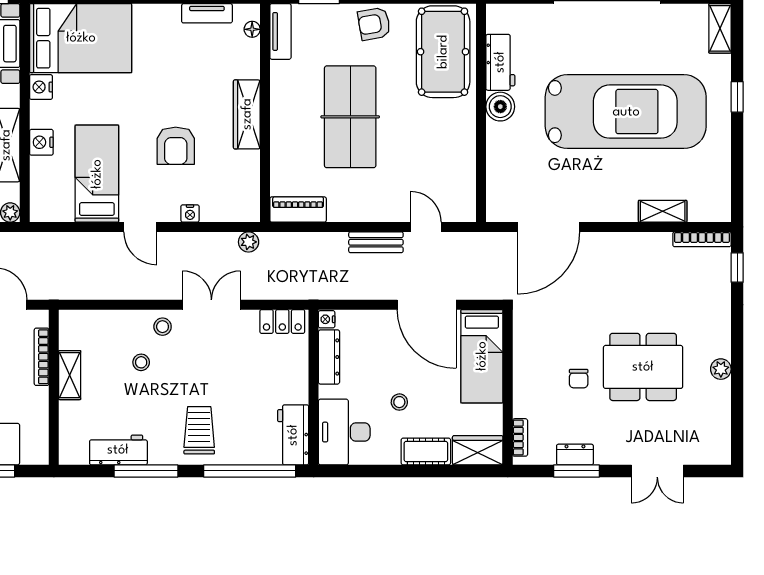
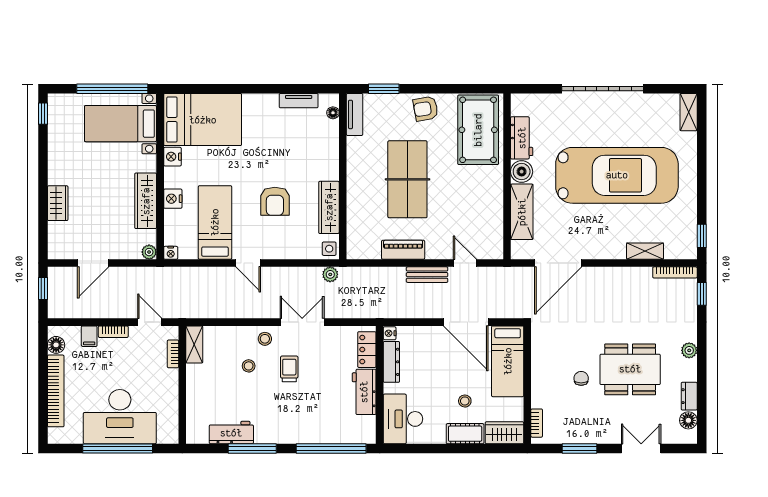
window: (737, 97) -> (702, 236), moved
wardrobe: (247, 114) -> (329, 207), moved
shelving: (501, 160) -> (522, 212), added
side table: (247, 208) -> (329, 249), added
piano: (298, 210) -> (403, 250), moved
nightstand: (190, 213) -> (171, 253), moved
locker: (282, 321) -> (367, 350), moved, turned 90
bookcase: (42, 357) -> (173, 354), width x0.64
plant: (721, 369) -> (689, 350), moved
shelving: (70, 375) -> (194, 344), moved
chair: (579, 379) -> (581, 378), turned 180
stool: (399, 402) -> (465, 401), moved
trolley: (199, 430) -> (289, 369), moved, width x0.73, depth x0.72
floor lamp: (720, 434) -> (688, 420), added
workbench: (293, 435) -> (364, 392), moved
dresser: (575, 455) -> (689, 396), moved, turned -90
double door: (657, 471) -> (641, 448), swing flipped

